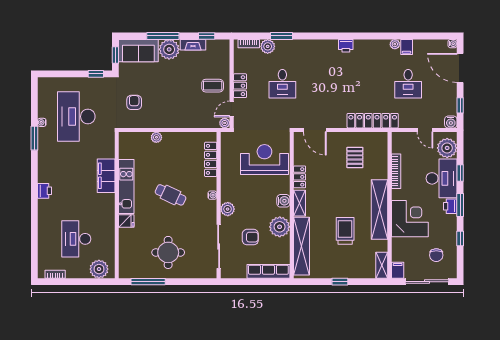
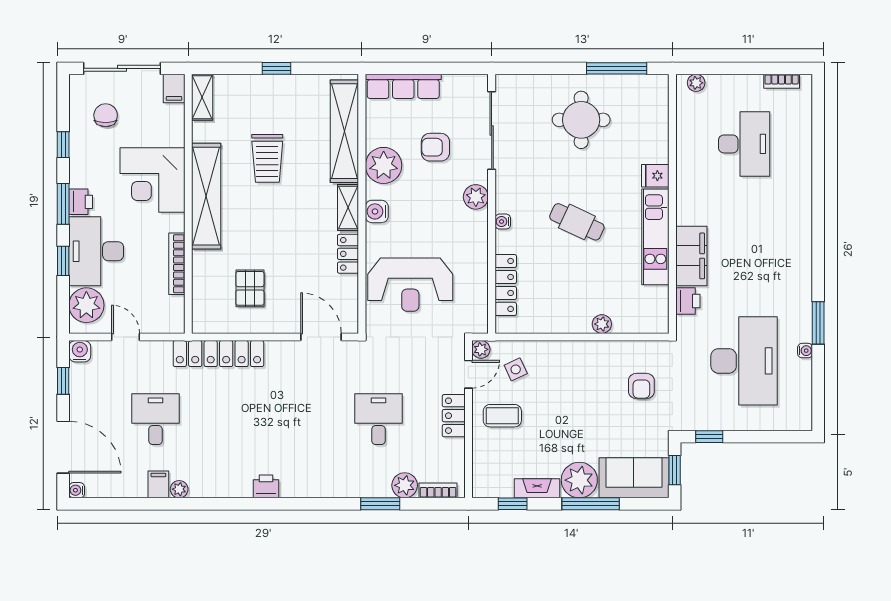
side table: (205, 112) -> (516, 369), added
printer: (45, 191) -> (688, 301), moved, turned 180
plant: (99, 269) -> (696, 83), width x0.53, depth x0.53

